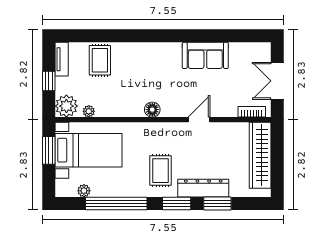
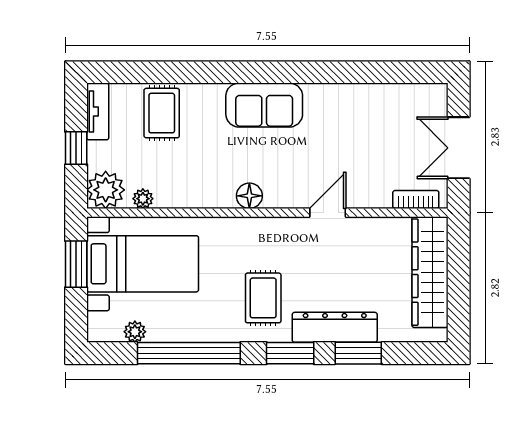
sofa: (205, 55) -> (264, 105), moved

